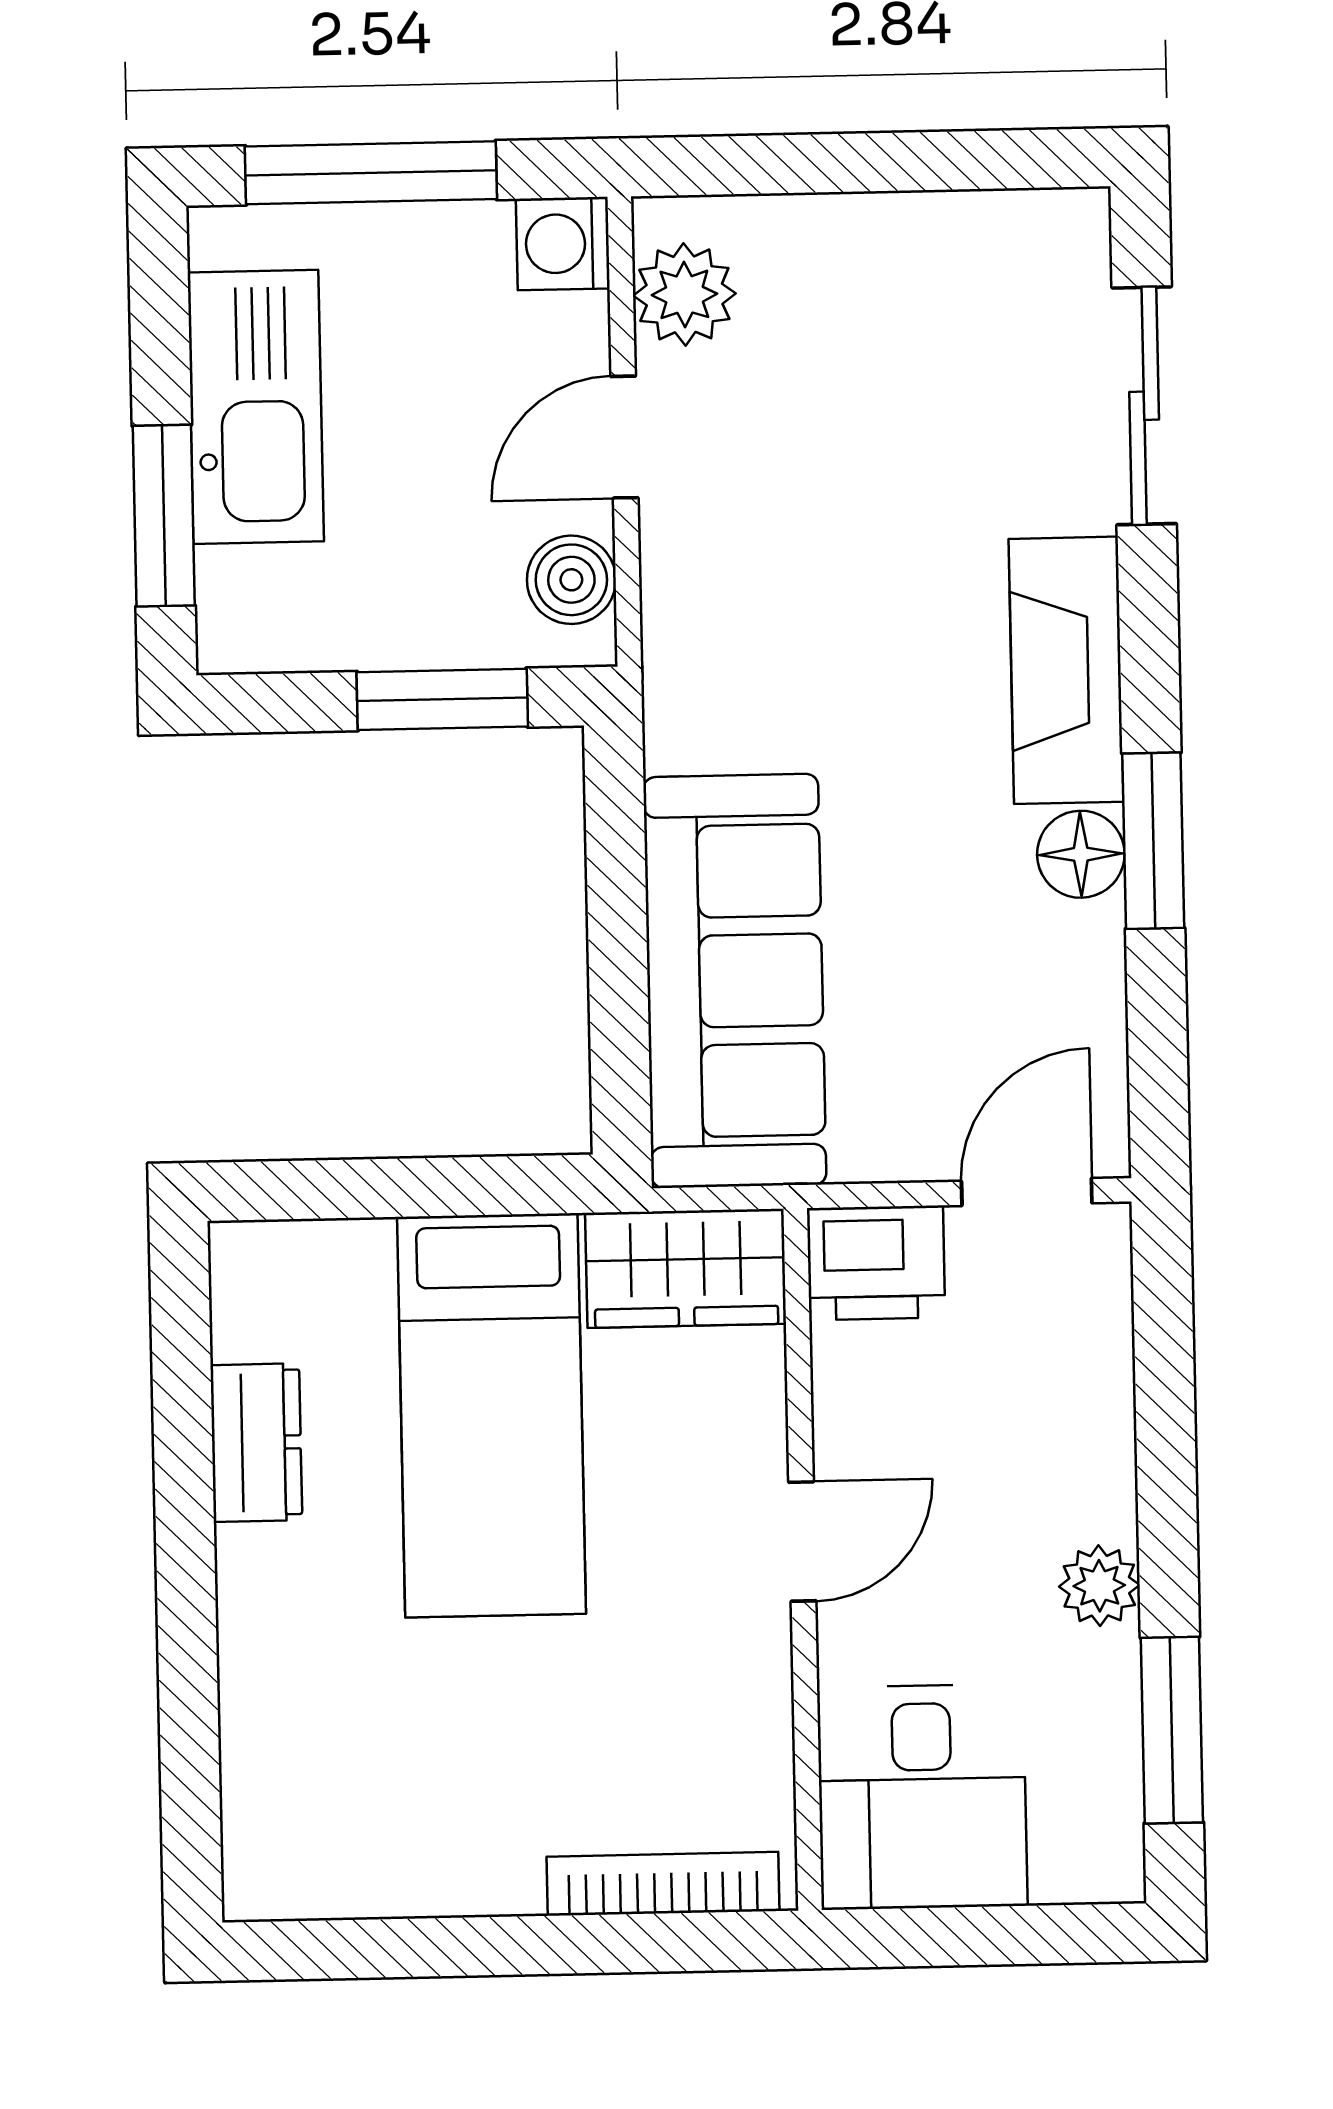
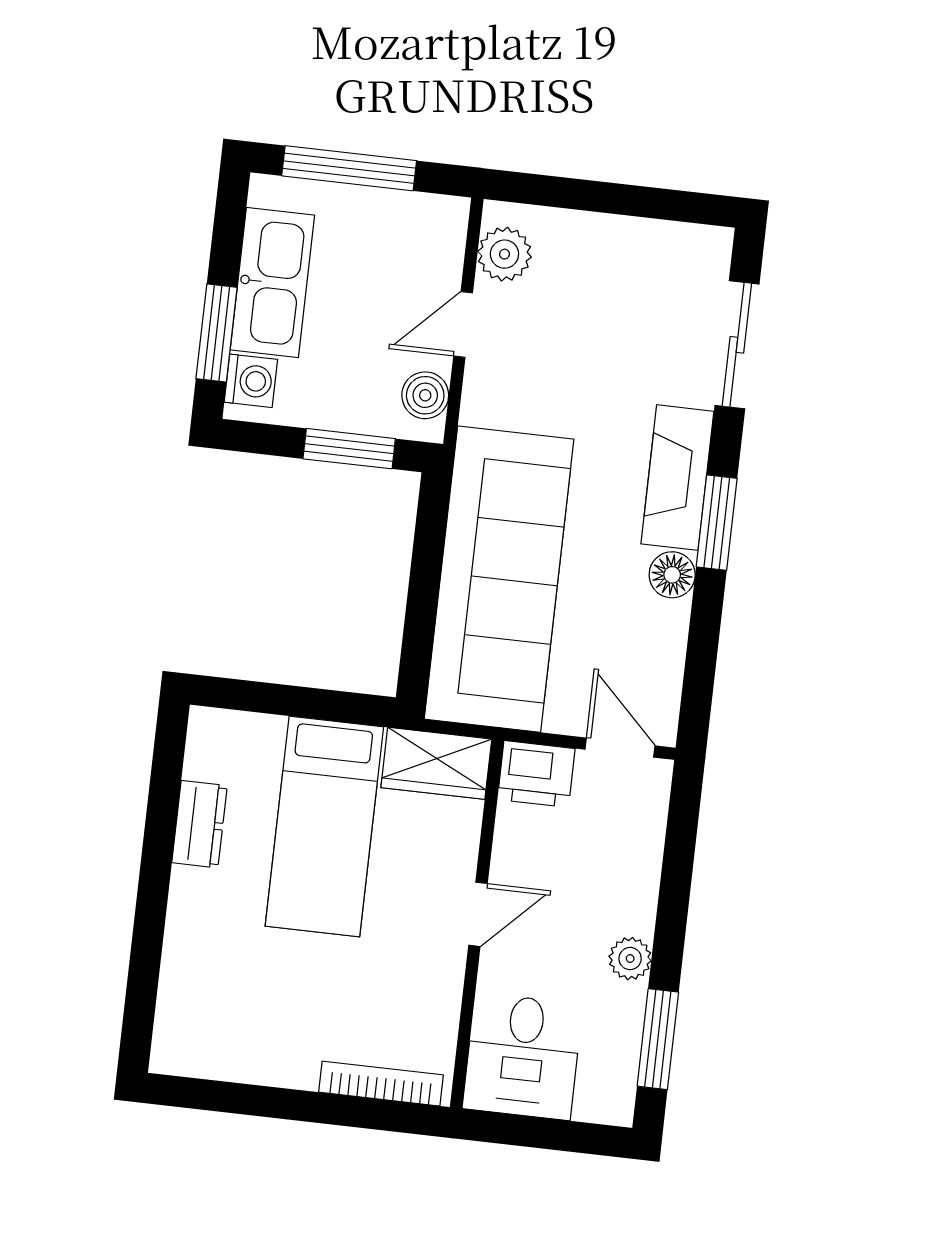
washing machine: (563, 244) -> (251, 381), moved, turned 180
window: (1153, 841) -> (717, 523), moved
sofa: (735, 981) -> (499, 579), width x1.36, depth x1.27
door: (1027, 1192) -> (620, 748), hinge flipped

